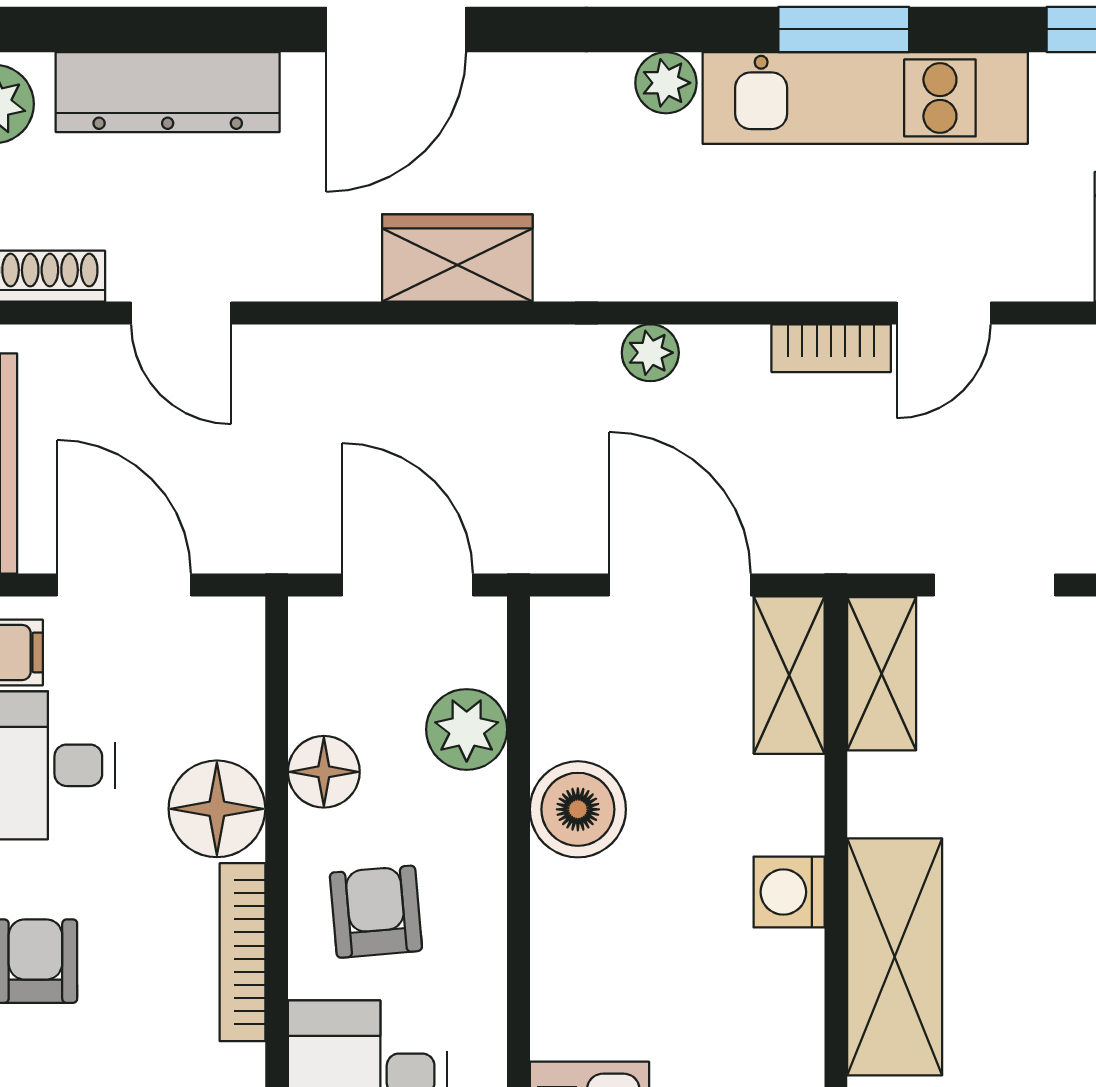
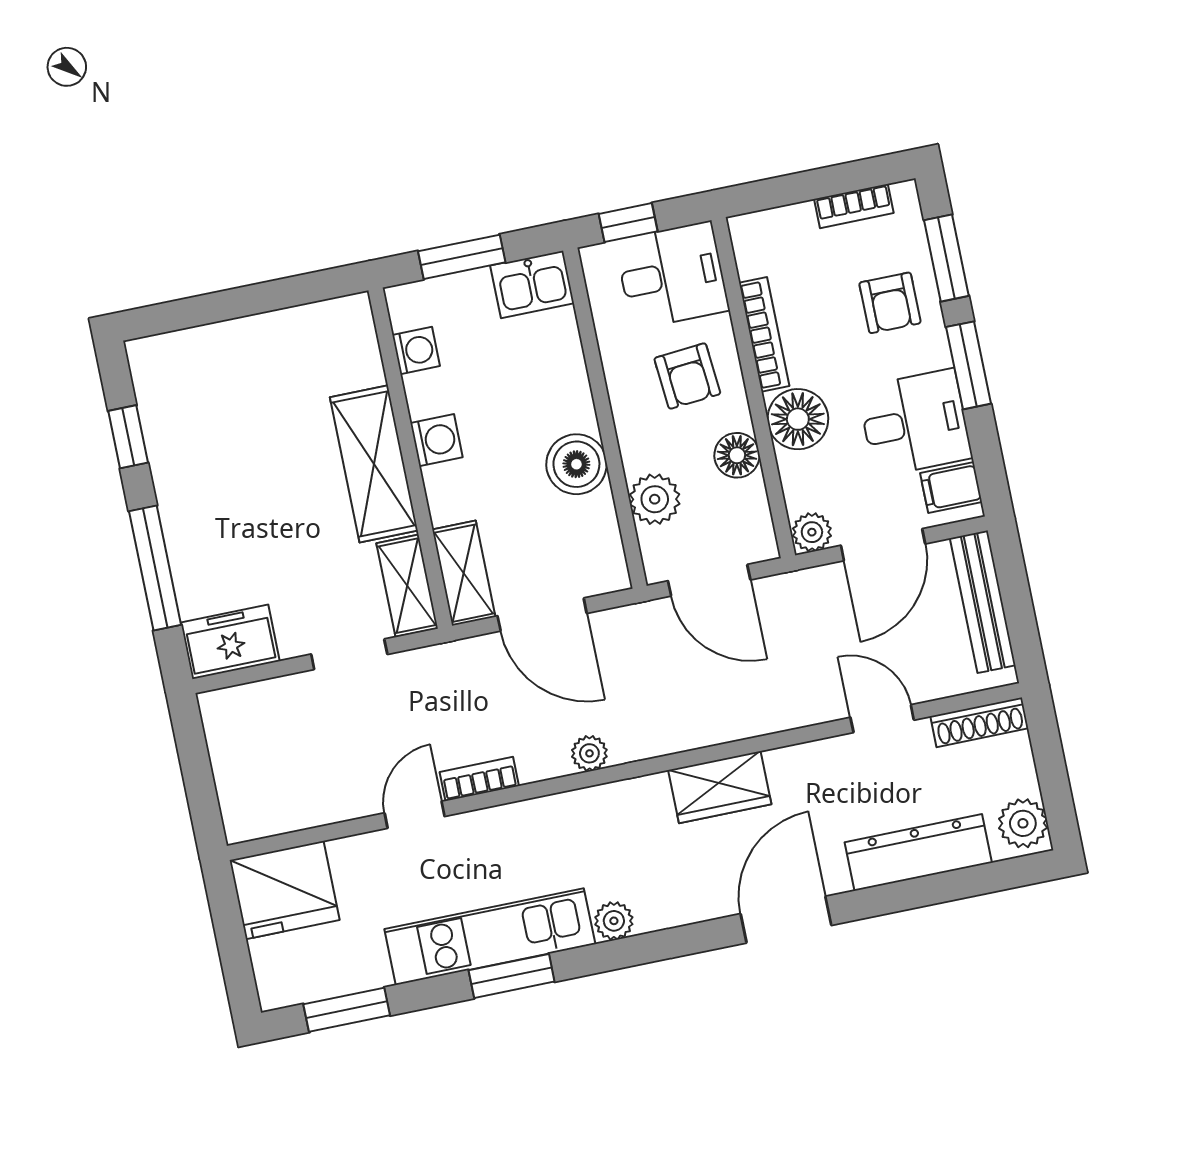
door: (124, 585) -> (883, 545), hinge flipped
plant: (231, 627) -> (812, 532), added
shelving: (895, 957) -> (374, 464), moved
washing machine: (792, 1039) -> (416, 350), added

